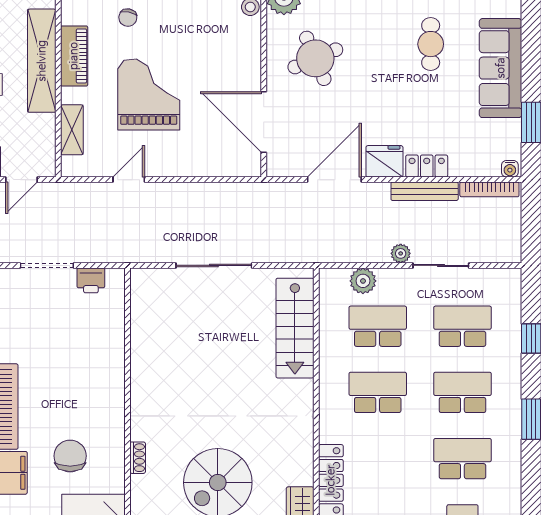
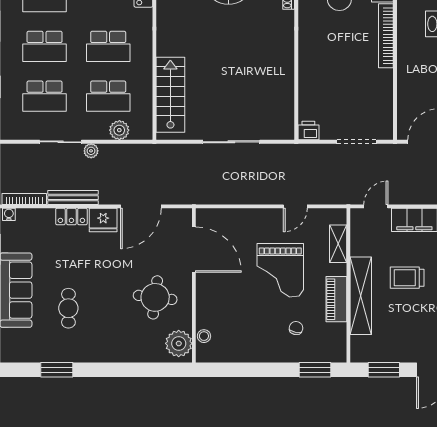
round table: (315, 58) -> (155, 297), turned 30
printer: (91, 280) -> (308, 131), moved

